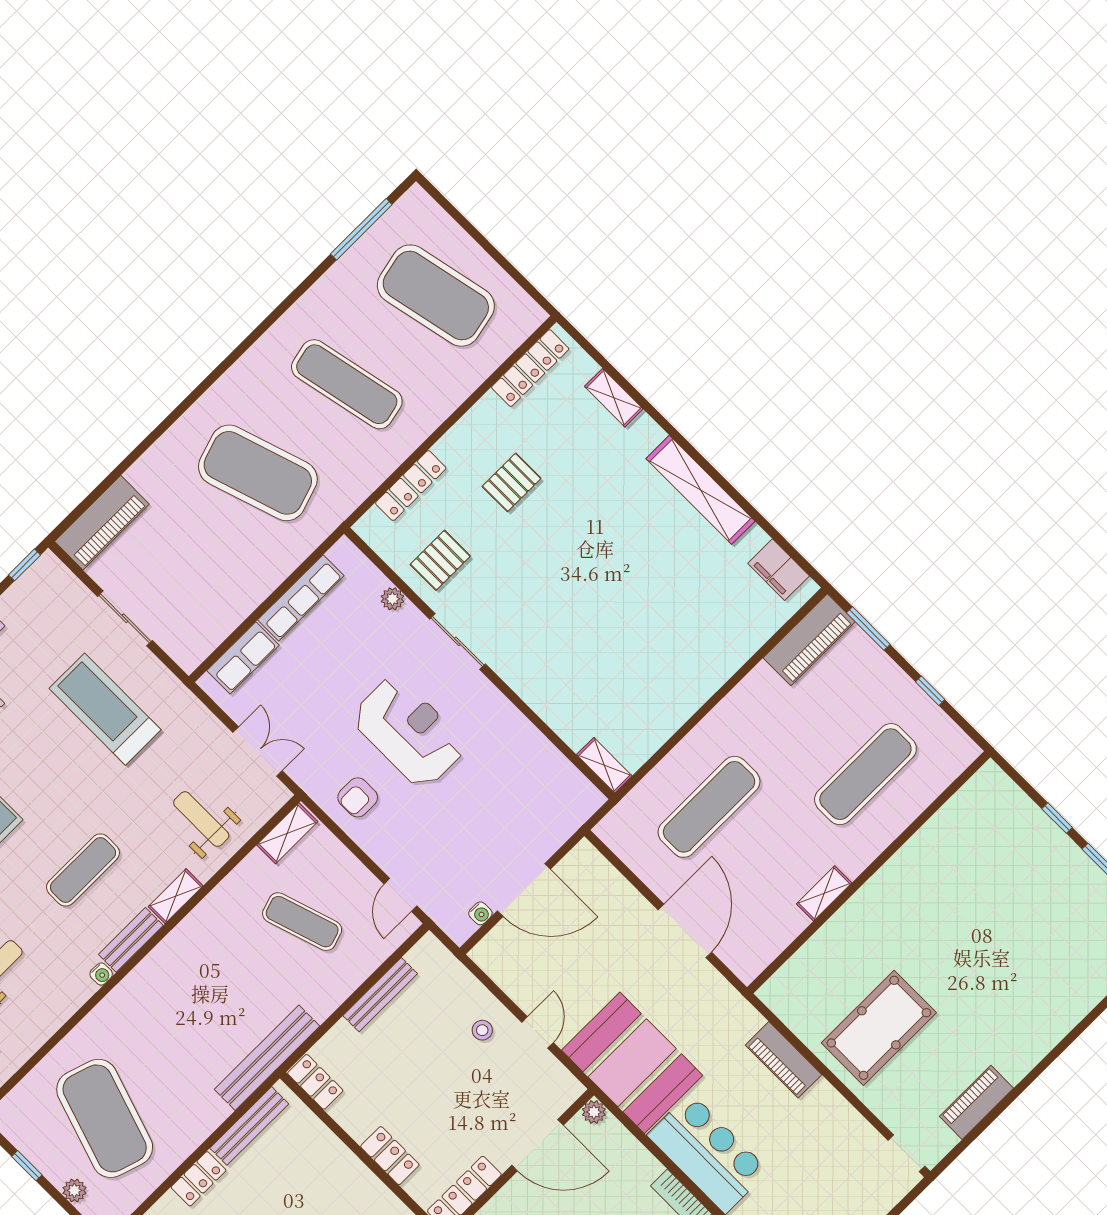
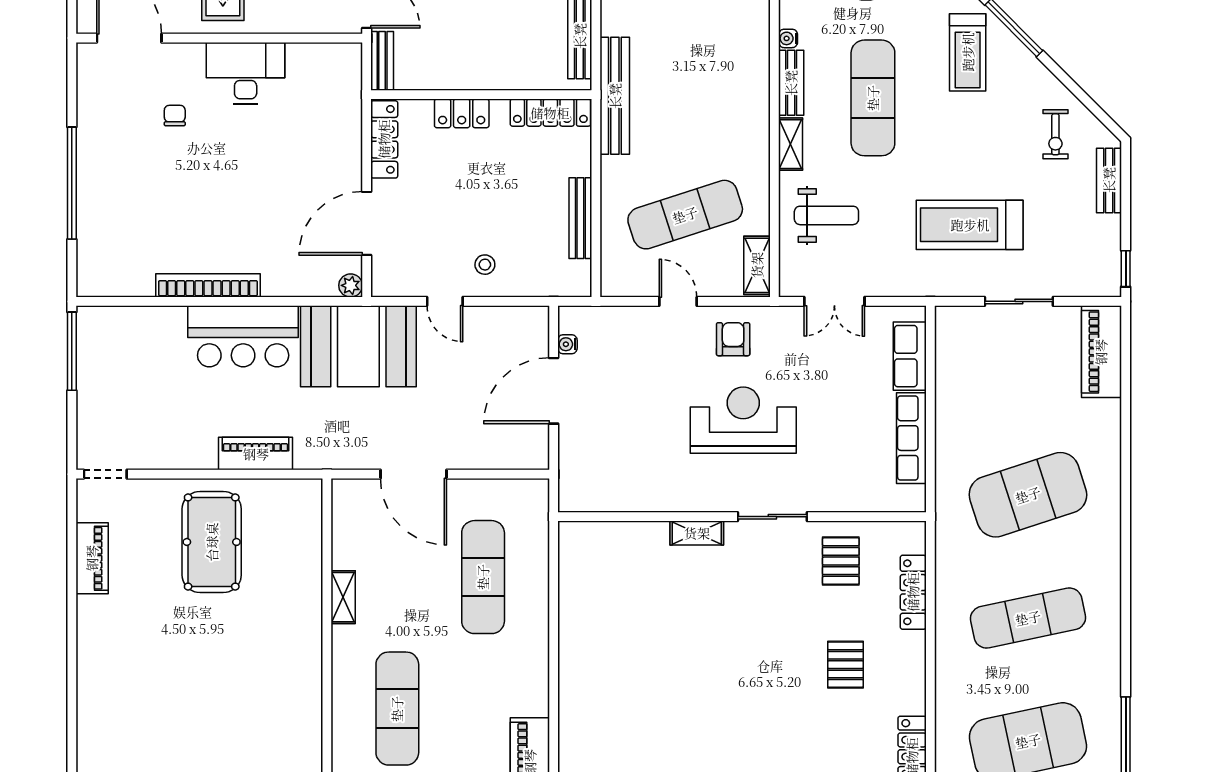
plant: (392, 599) -> (847, 501), removed
treadmill: (105, 709) -> (970, 225), turned 180
reception desk: (409, 732) -> (743, 420), turned 180
shelving: (604, 765) -> (697, 533), moved
exercise mat: (83, 870) -> (873, 98), width x1.36, depth x1.45
door: (400, 895) -> (678, 301), moved
exercise mat: (302, 922) -> (685, 215), width x1.36, depth x1.45
locker: (315, 1082) -> (550, 113), width x1.53

